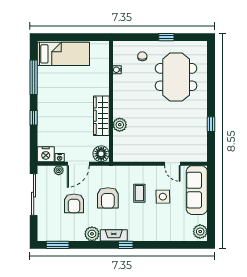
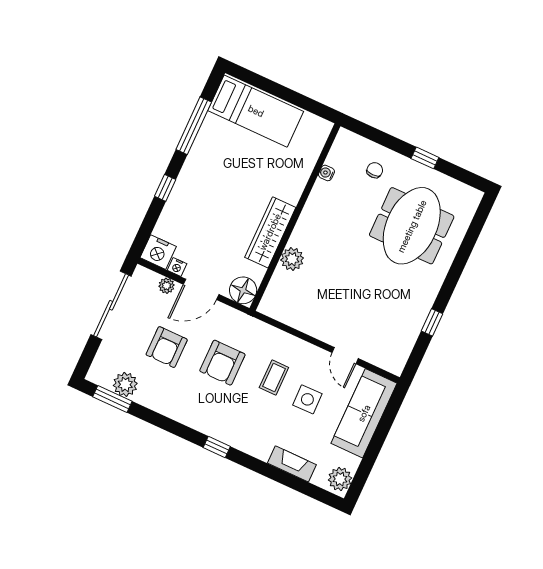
plant: (92, 234) -> (125, 384), moved
fireplace: (114, 235) -> (292, 464), moved

